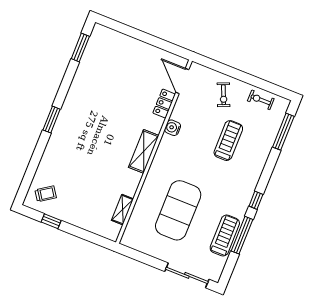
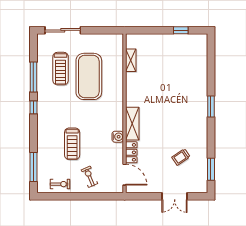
double door: (135, 33) -> (175, 196), added
shelving: (144, 151) -> (132, 124), moved
trolley: (46, 194) -> (181, 157), moved
treadmill: (225, 236) -> (61, 69), moved

